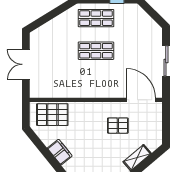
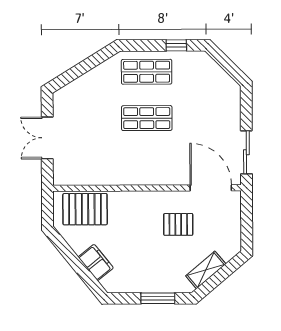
sliding door: (166, 61) -> (246, 152), moved

